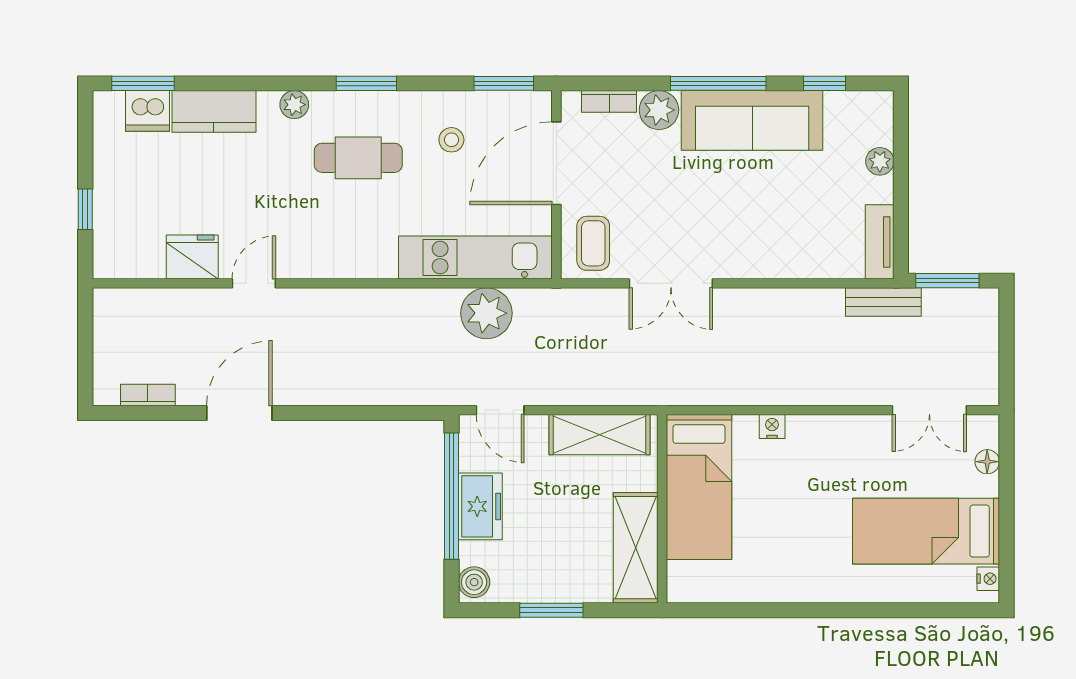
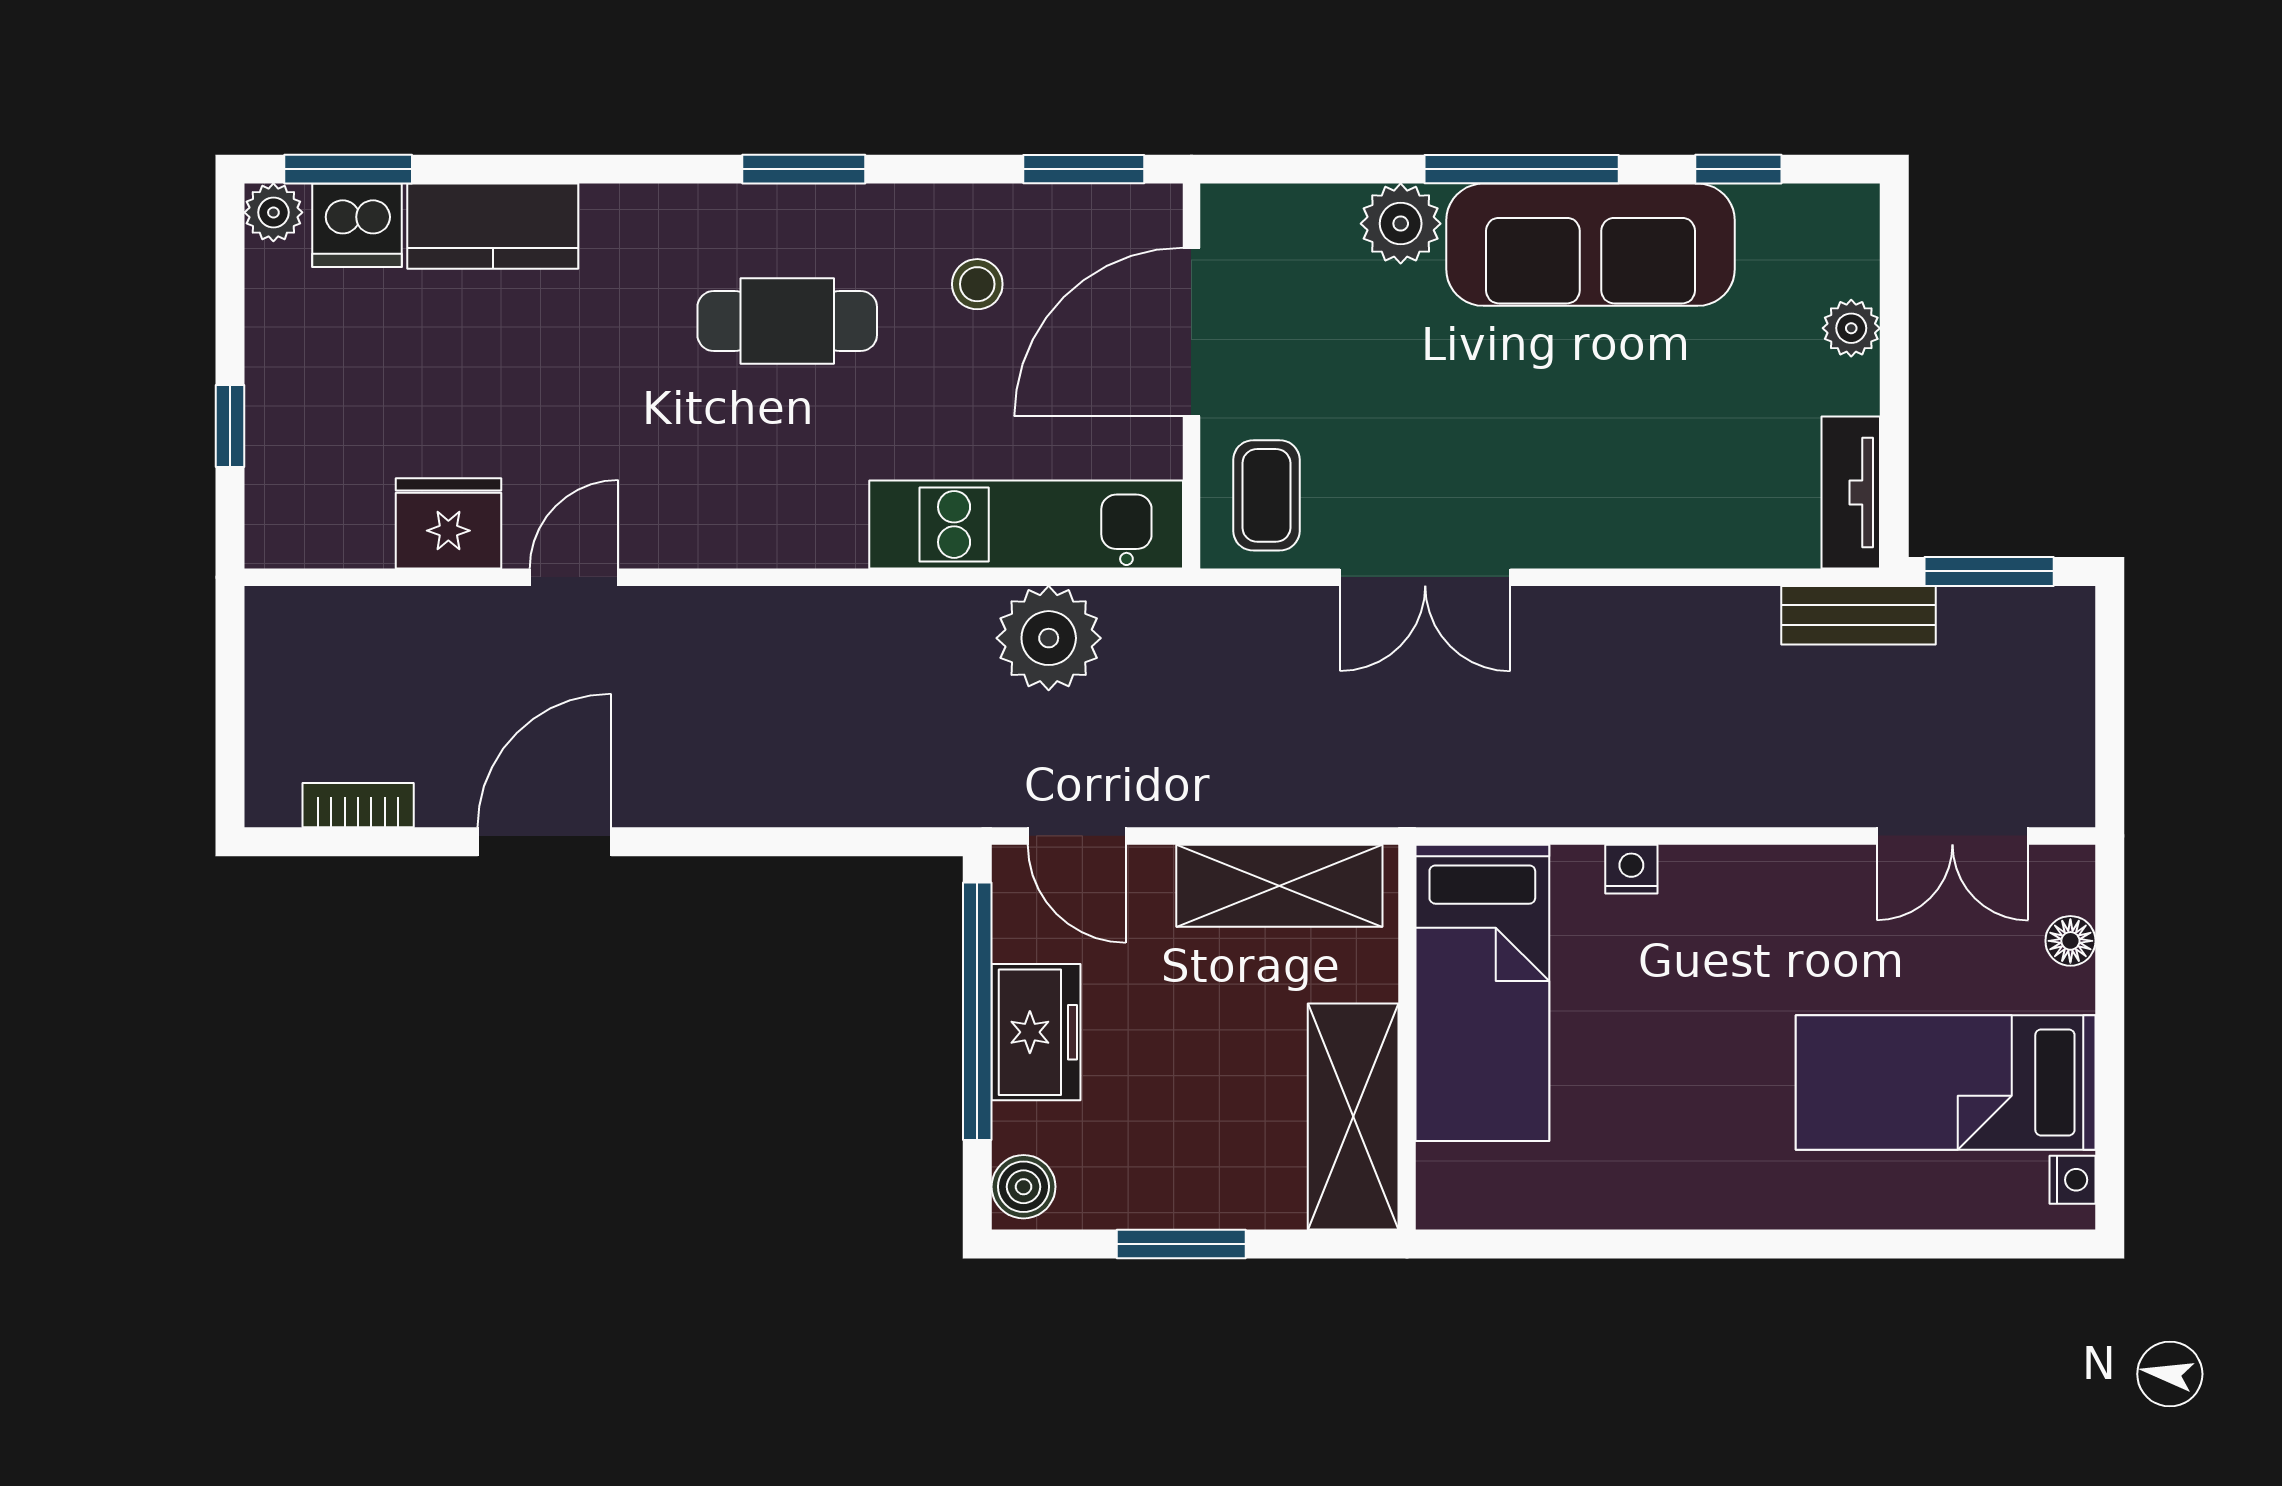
bookcase: (609, 101) -> (1299, 206), removed
plant: (294, 105) -> (273, 212), moved

